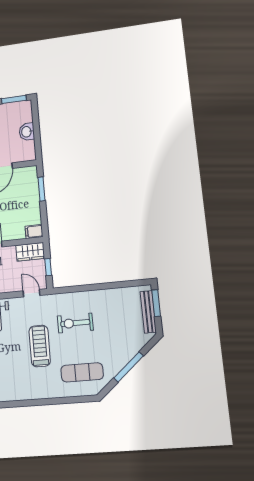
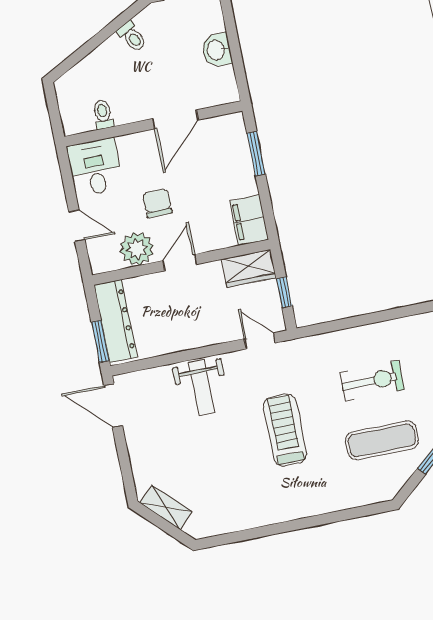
filing cabinet: (34, 231) -> (249, 220), width x2.00
exercise bike: (75, 323) -> (372, 381), moved, turned 180
exercise mat: (82, 372) -> (382, 440), moved

